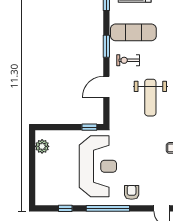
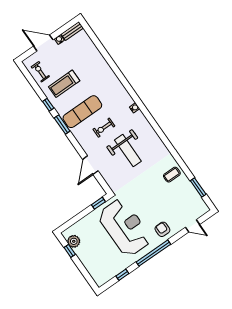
window: (106, 46) -> (62, 125), moved
exercise bike: (128, 60) -> (104, 128), moved
window: (32, 153) -> (70, 251), added

